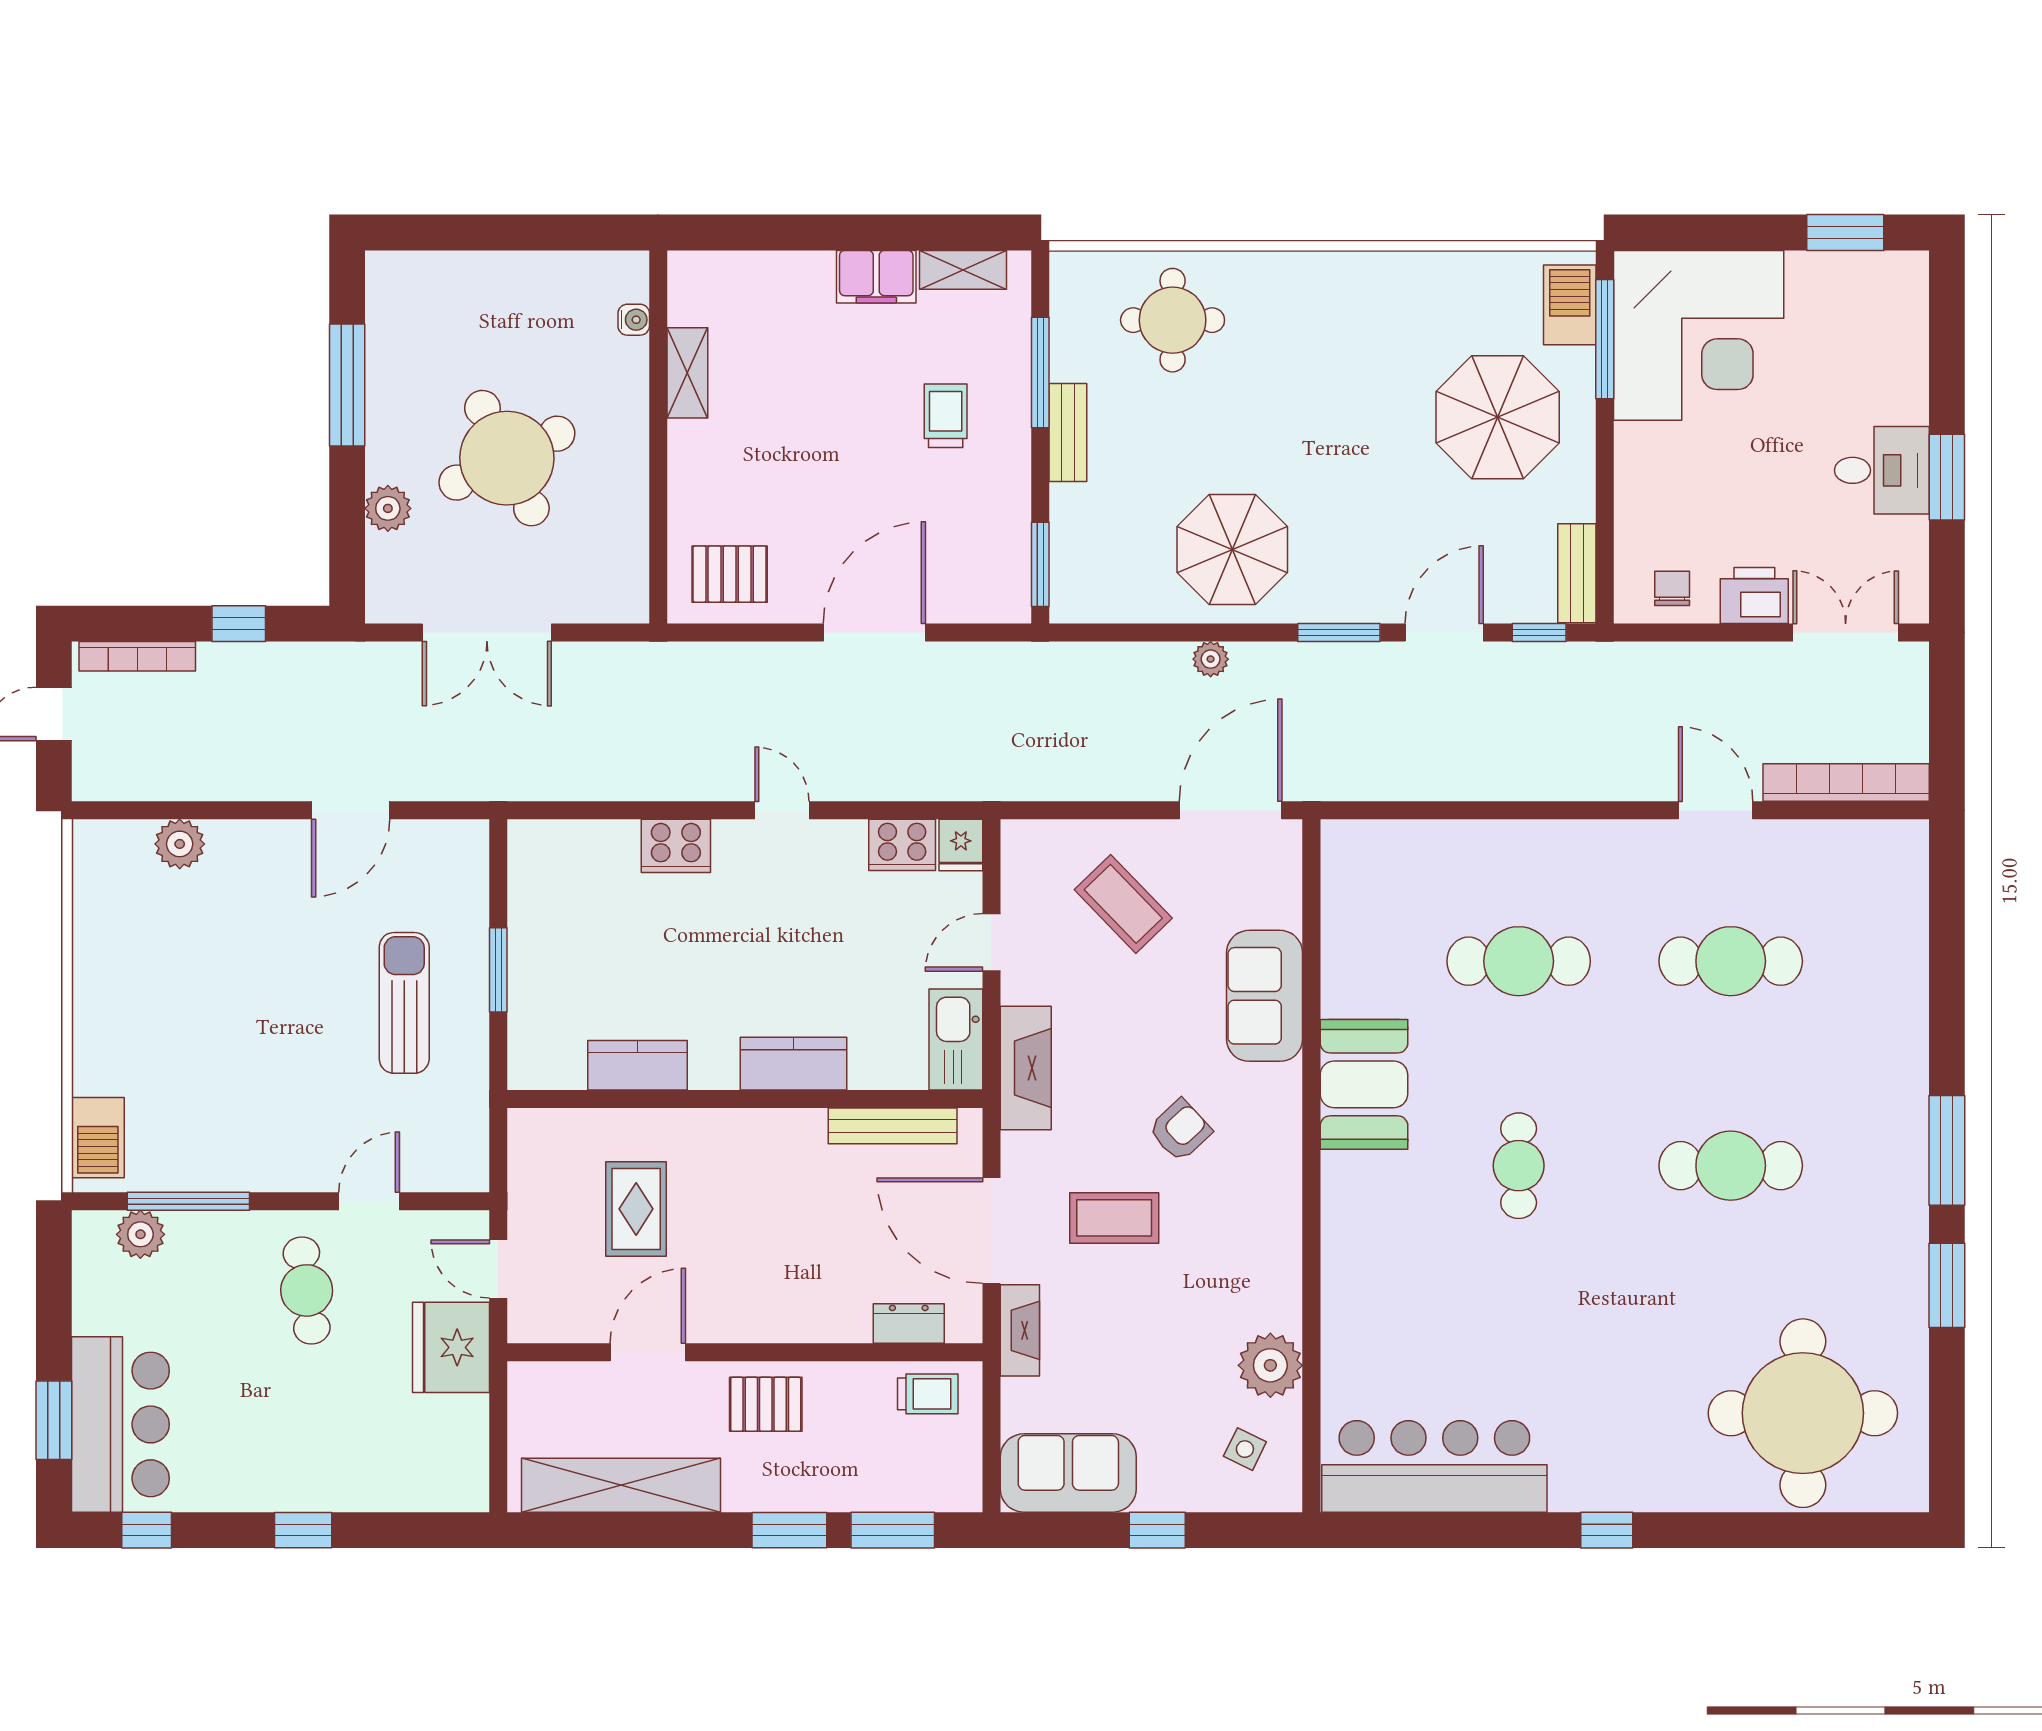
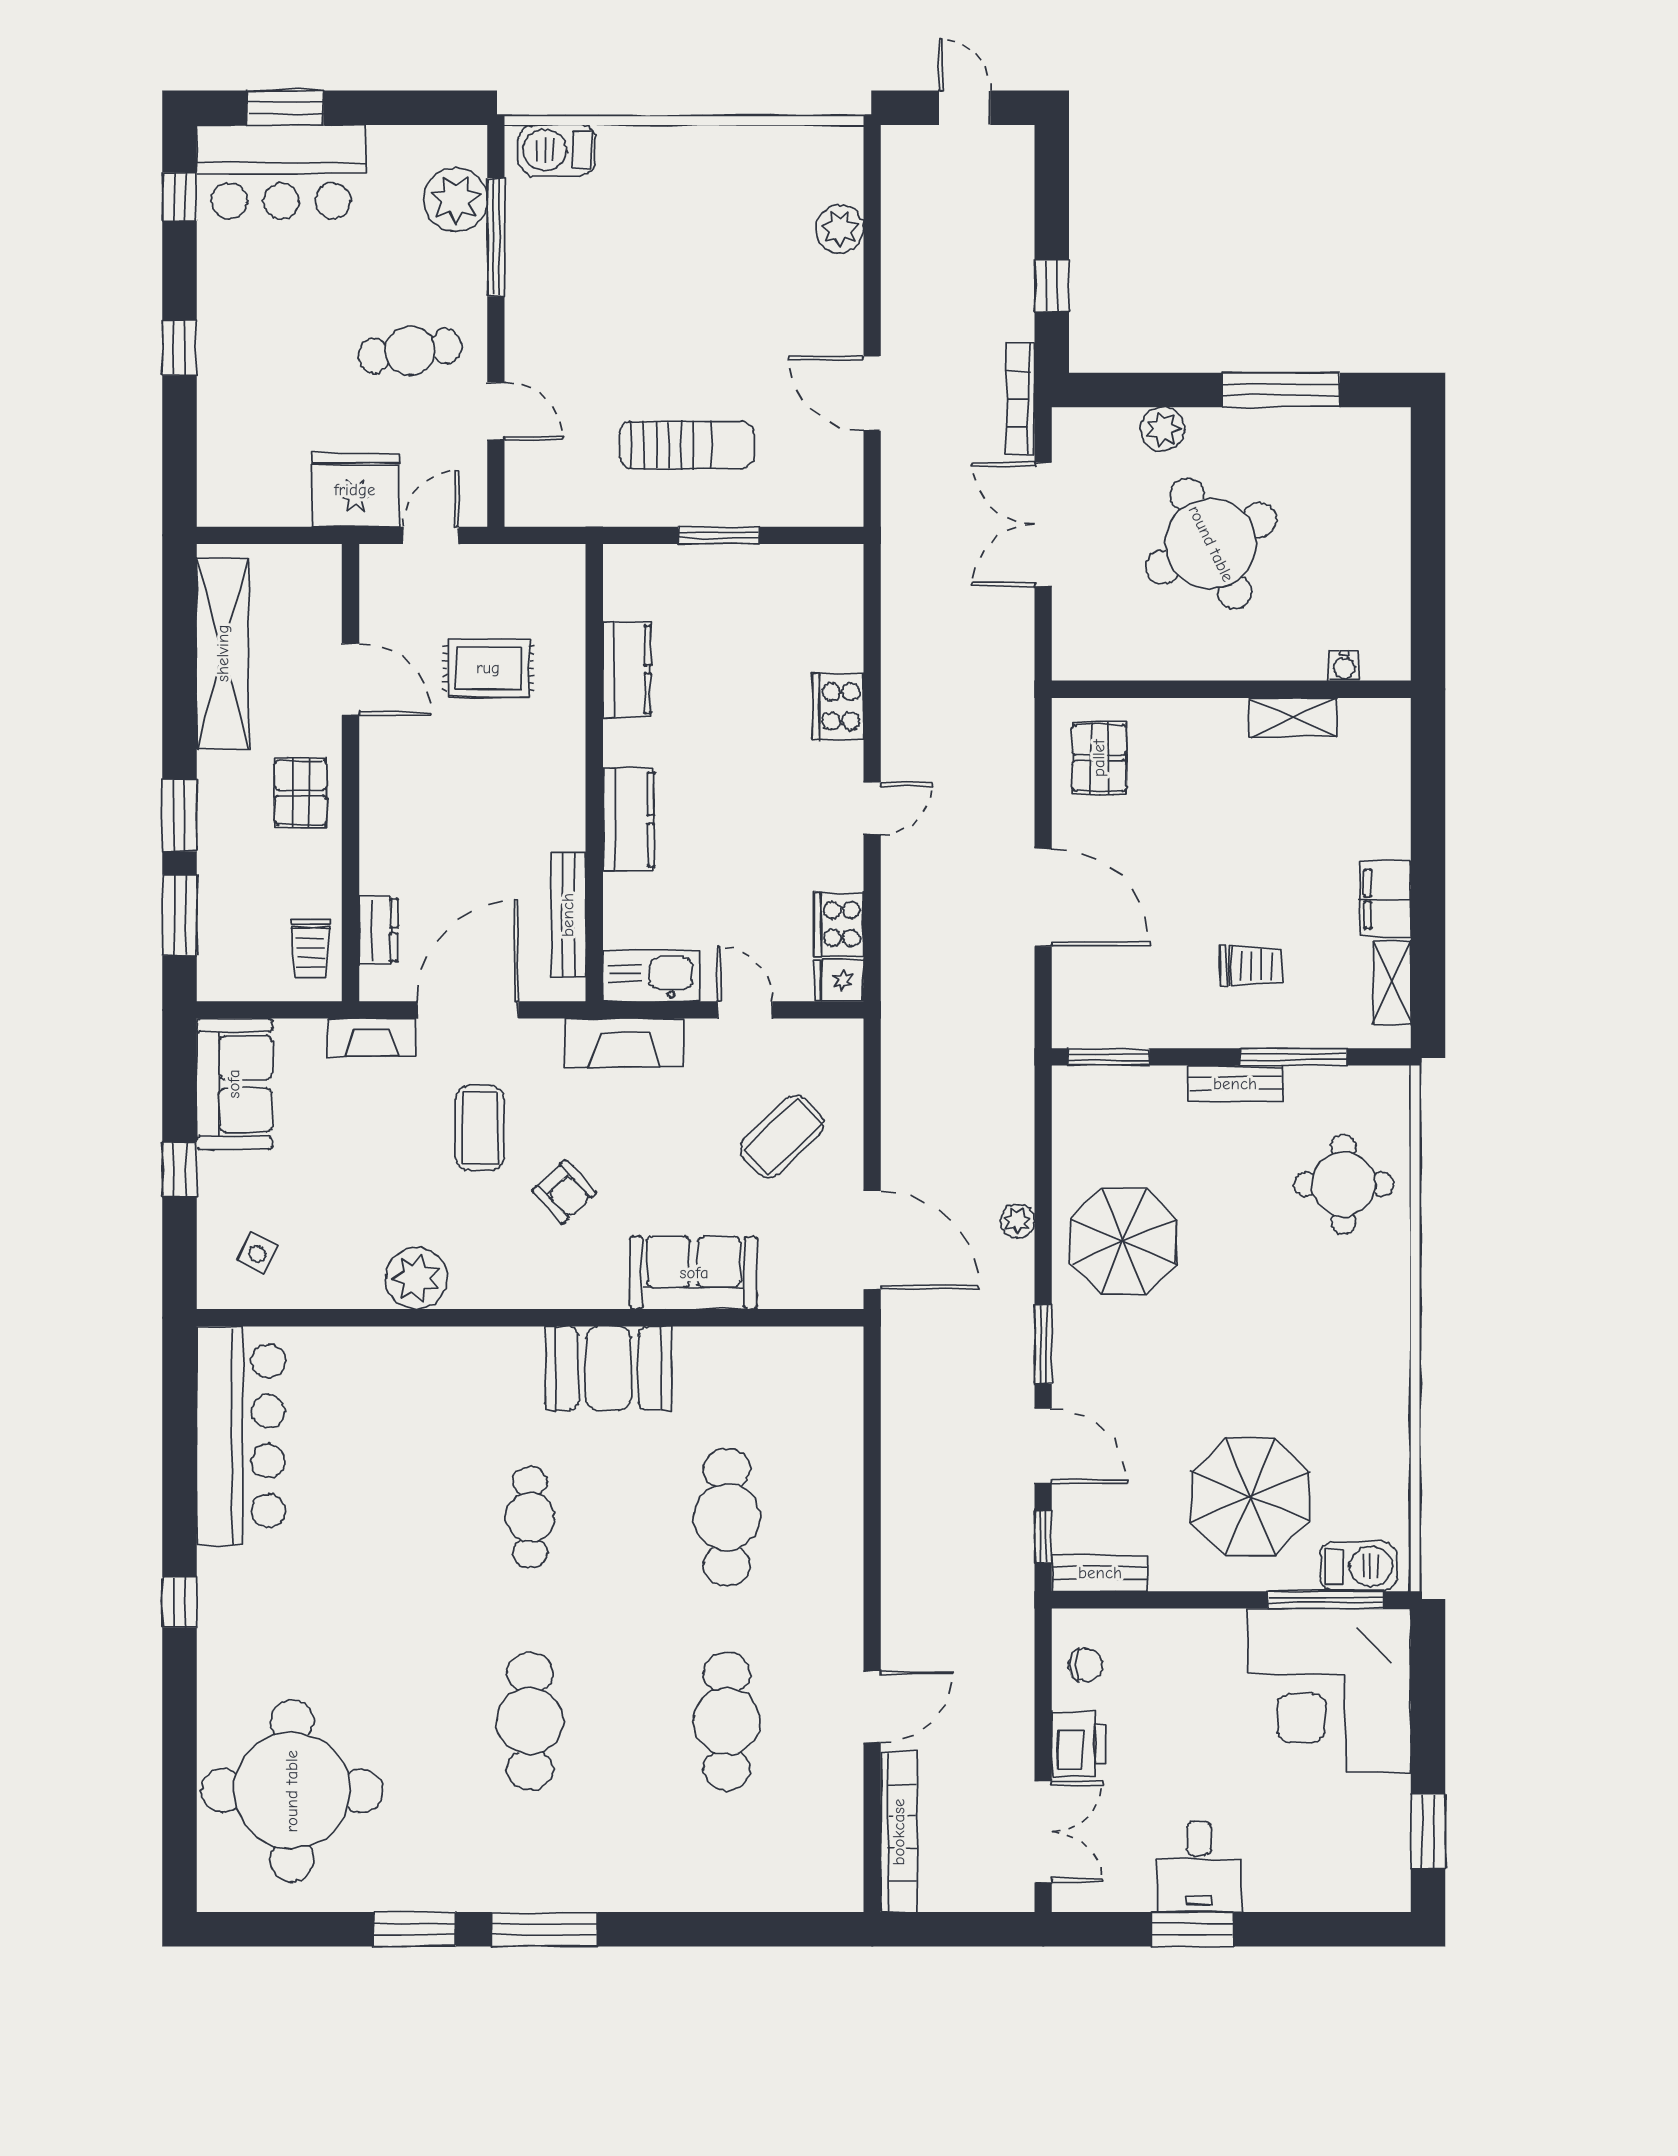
bookcase: (137, 656) -> (1020, 399), moved
cafe table: (1519, 1166) -> (530, 1517), turned 90
plant: (140, 1234) -> (456, 200), width x1.36, depth x1.36
plant: (1270, 1365) -> (416, 1278), moved

